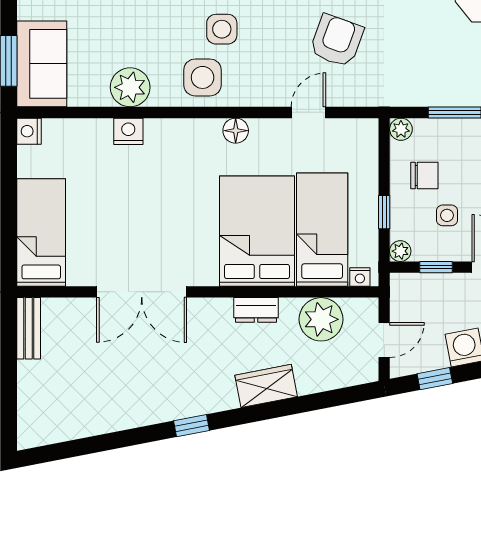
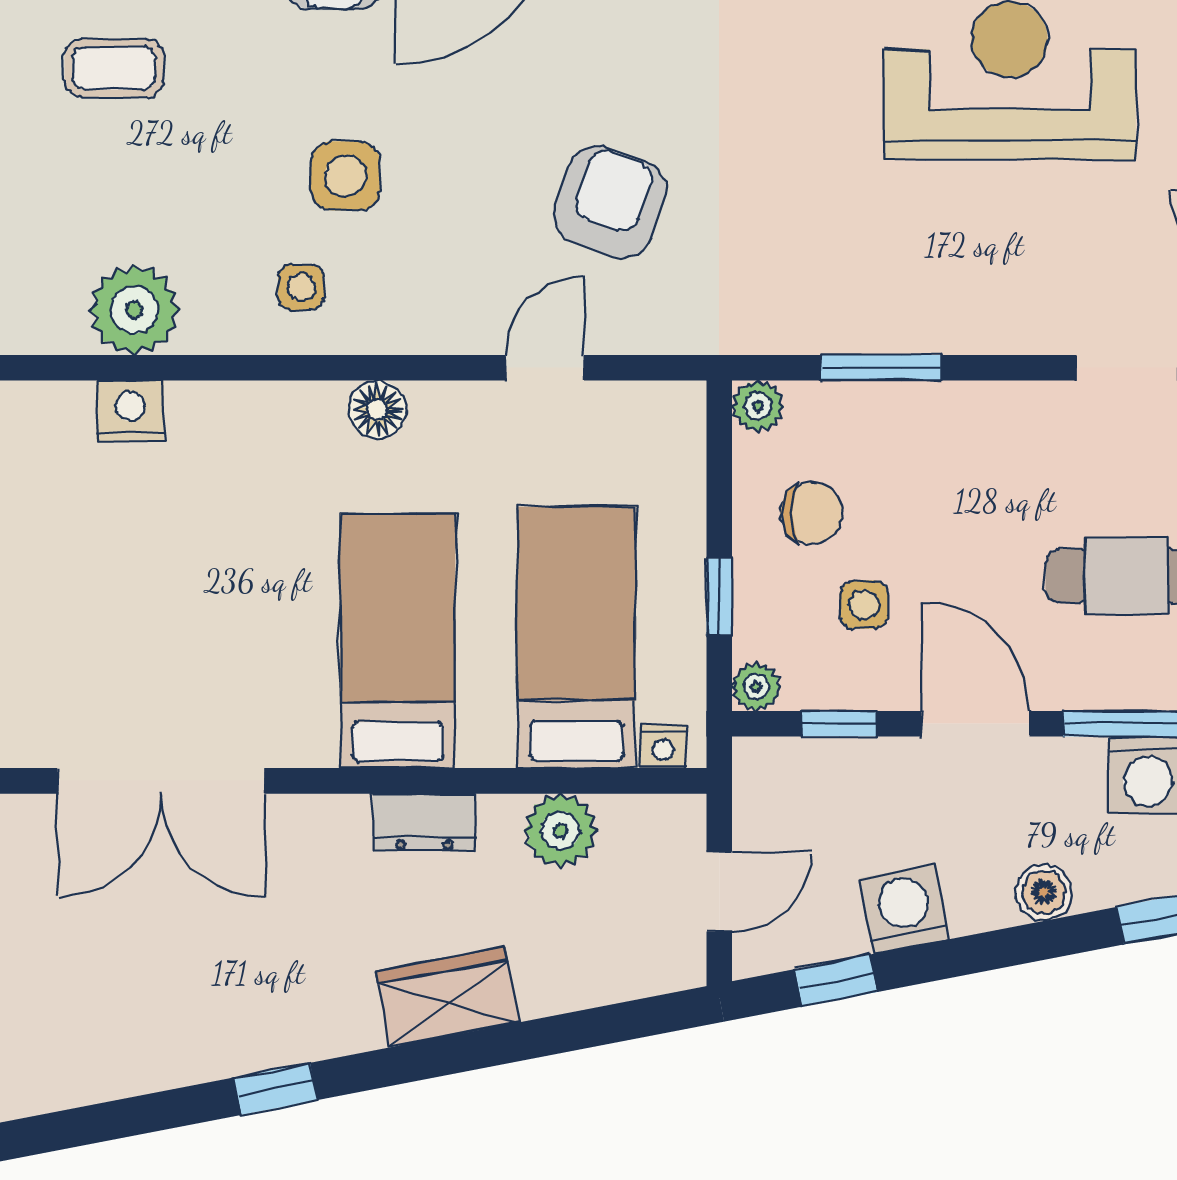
side table: (203, 77) -> (301, 287), width x0.54, depth x0.54
bed: (257, 231) -> (398, 641), width x0.67
plant: (321, 319) -> (560, 830), width x0.73, depth x0.73

